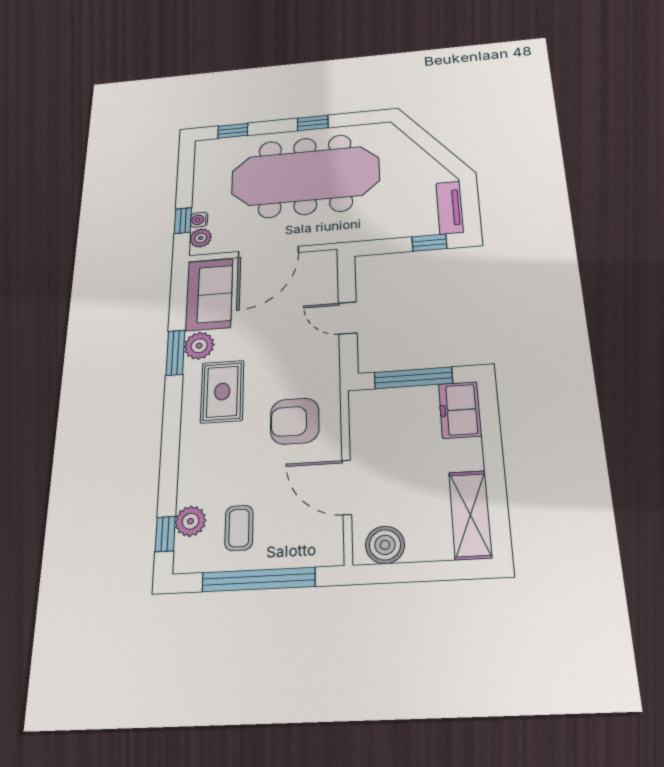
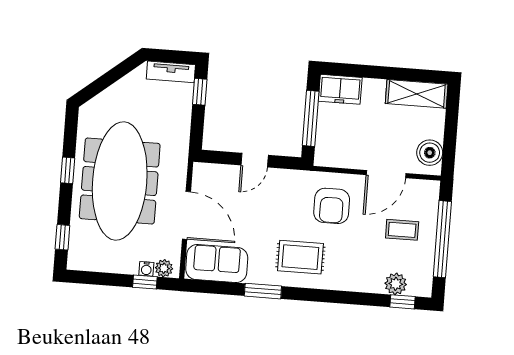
plant: (199, 346) -> (260, 273), removed
coffee table: (239, 528) -> (402, 230), moved

